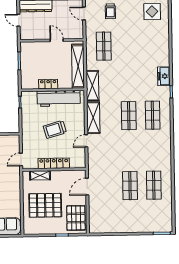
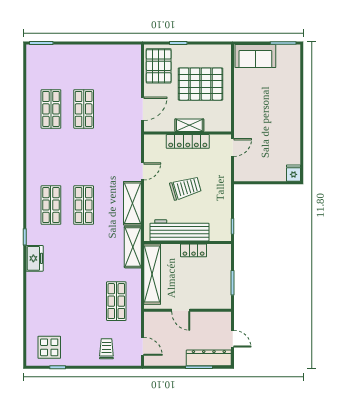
shelving: (40, 175) -> (189, 125), moved

